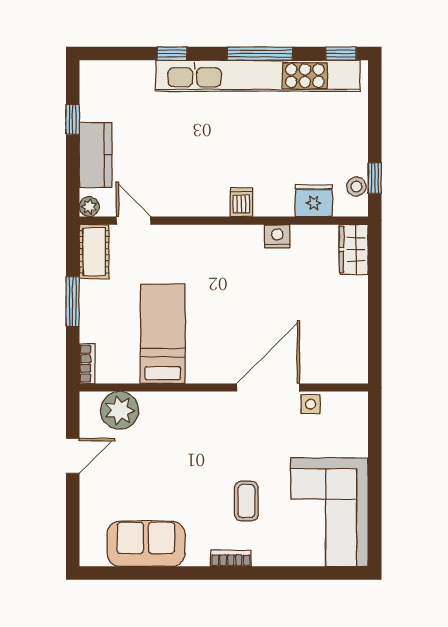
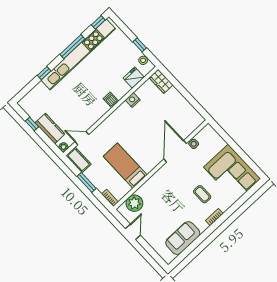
window: (375, 178) -> (140, 45), moved

